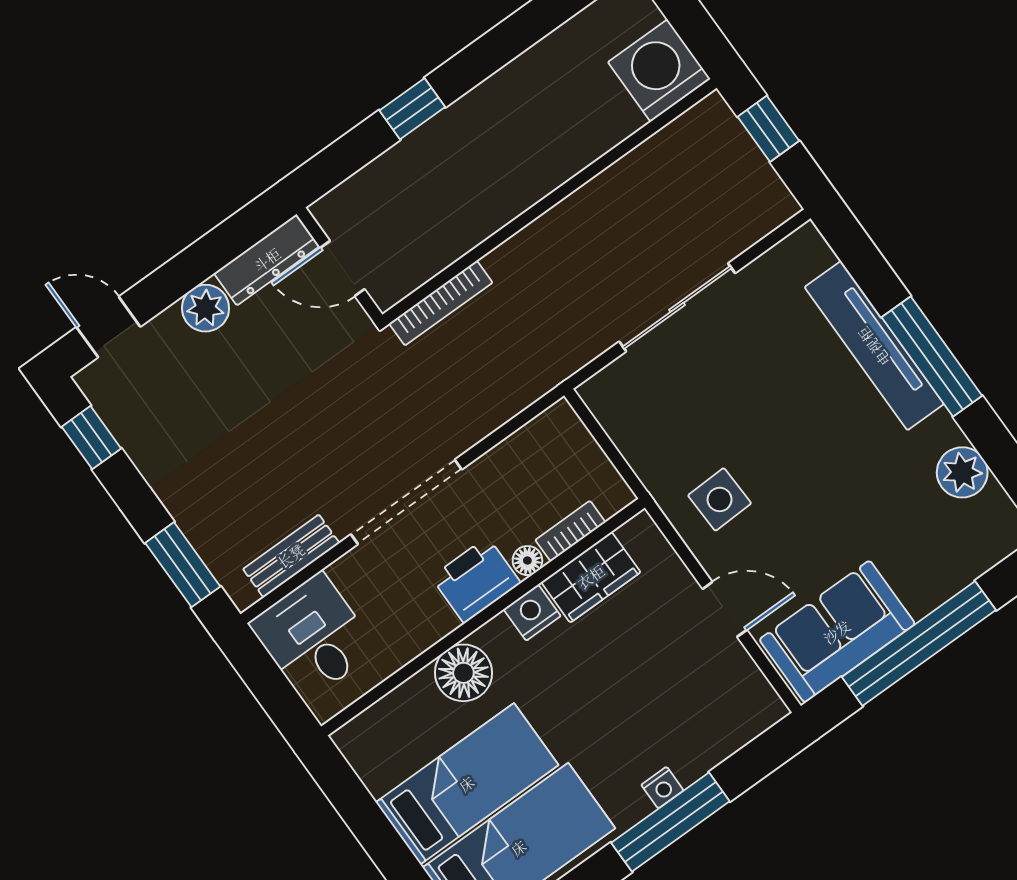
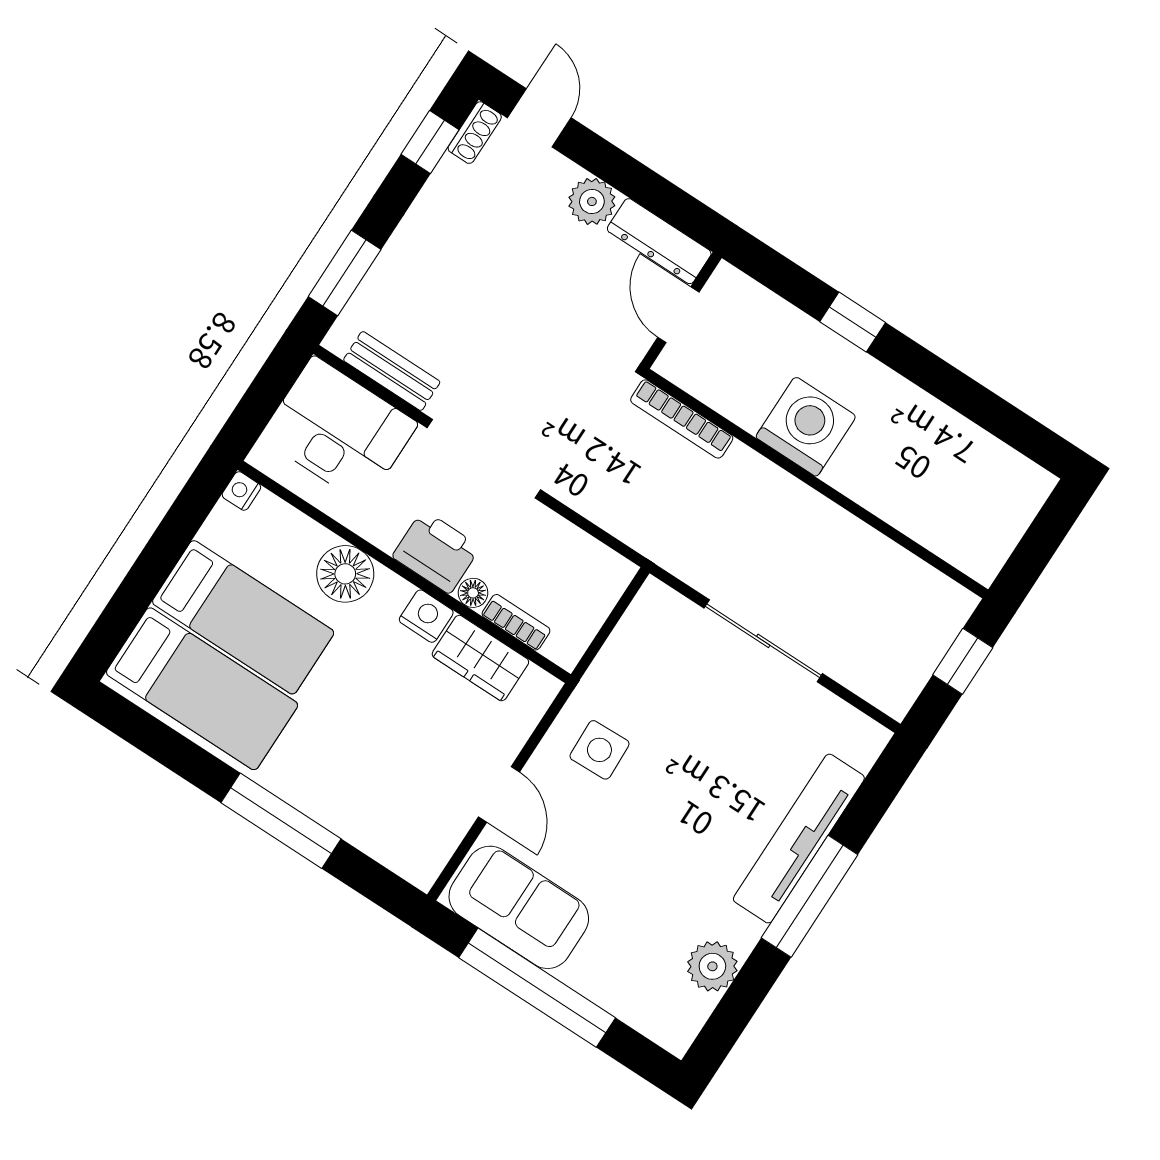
washing machine: (659, 70) -> (806, 427), moved
shoe rack: (99, 393) -> (475, 133), added
desk: (313, 637) -> (339, 430), width x1.37
nightstand: (662, 788) -> (241, 491), moved, turned 90

